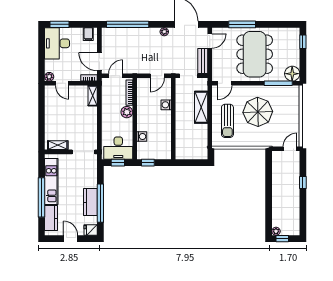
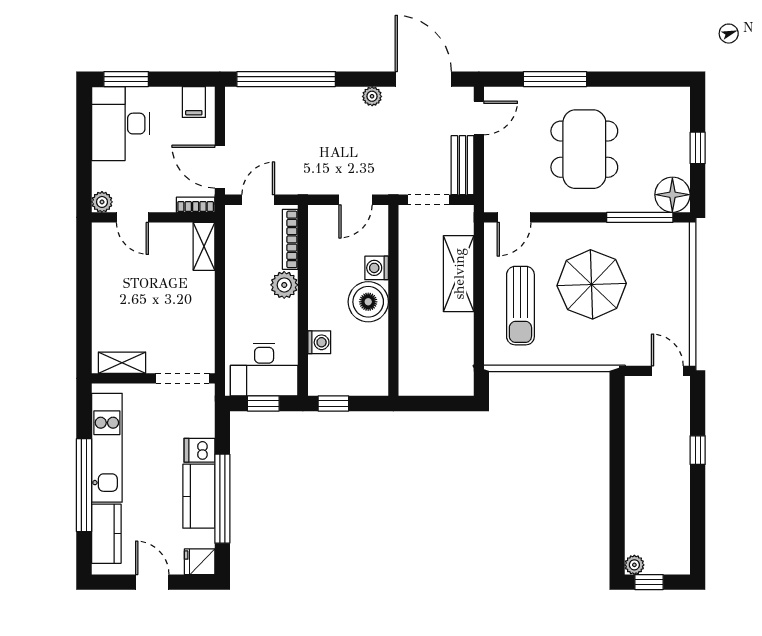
window: (303, 42) -> (698, 148), moved
dining table: (255, 54) -> (584, 149), width x0.73, depth x0.80
boiler: (163, 119) -> (368, 302), added
door: (290, 149) -> (667, 371), hinge flipped
dishwasher: (91, 182) -> (199, 450), added

